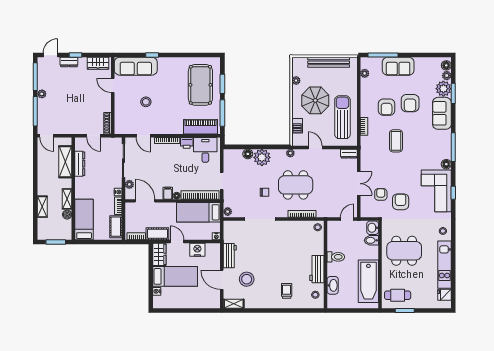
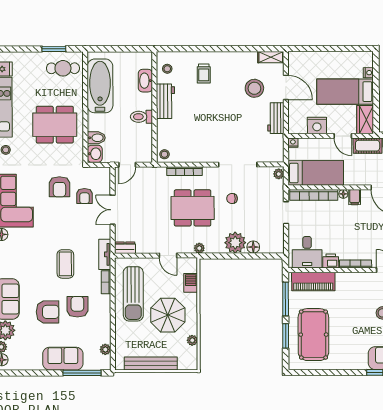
armchair: (410, 103) -> (48, 312), turned 90
tv unit: (365, 148) -> (105, 254), added

